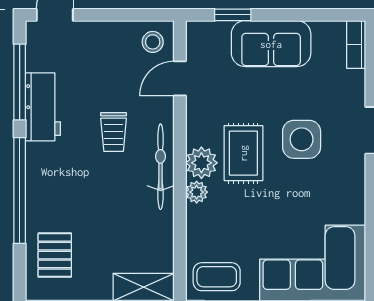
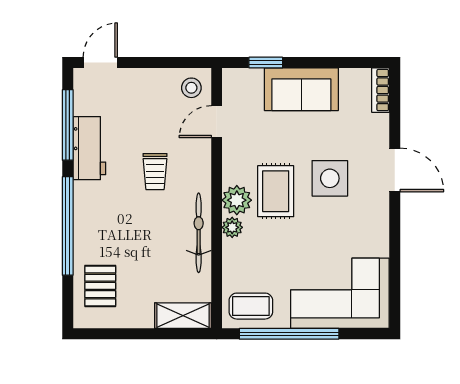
bicycle: (161, 167) -> (199, 233), moved

